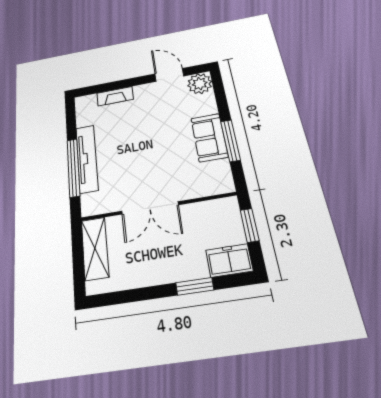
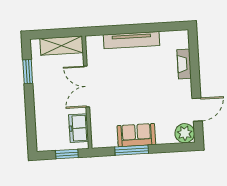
window: (73, 167) -> (125, 29), removed
freezer: (229, 260) -> (79, 128), moved, turned 180
window: (195, 286) -> (28, 72), moved

